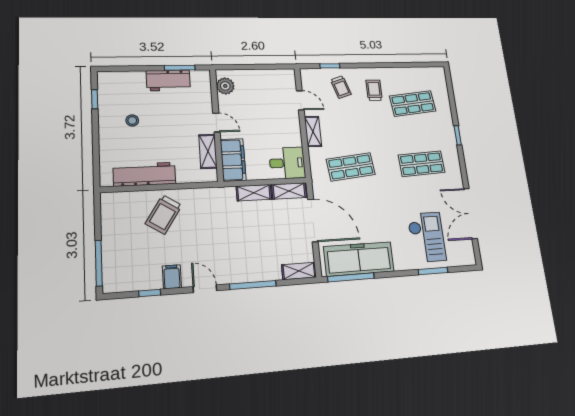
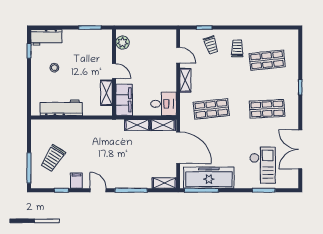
workbench: (168, 80) -> (46, 37), moved
trolley: (164, 214) -> (53, 158), moved

